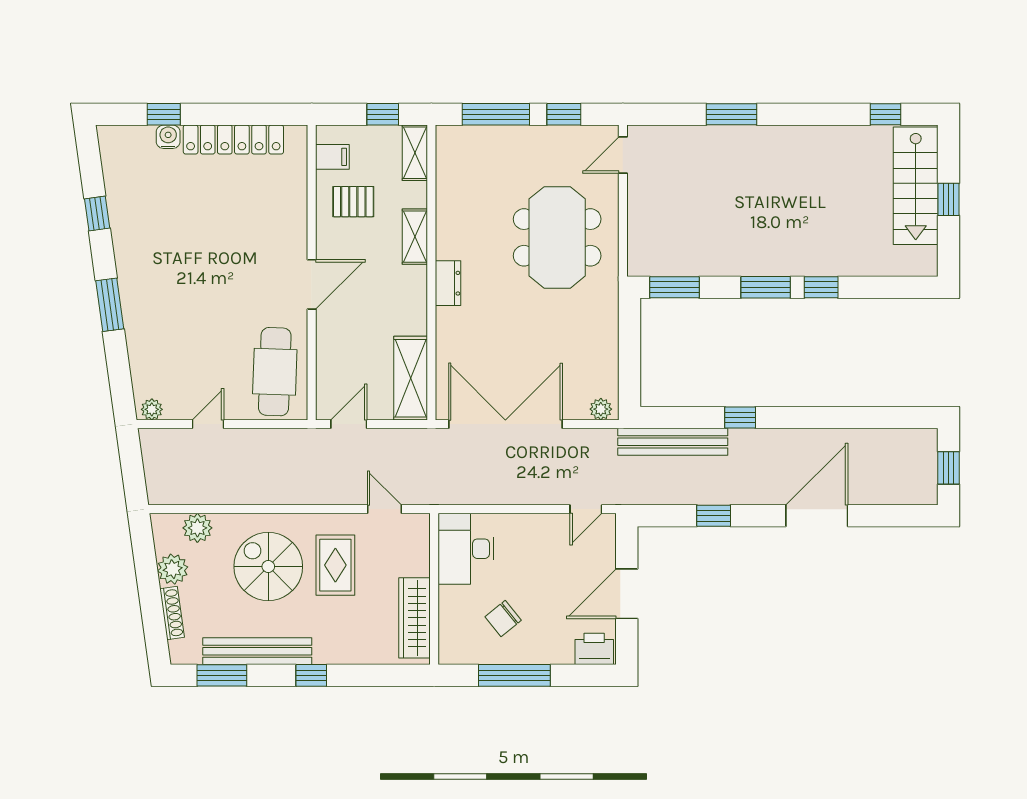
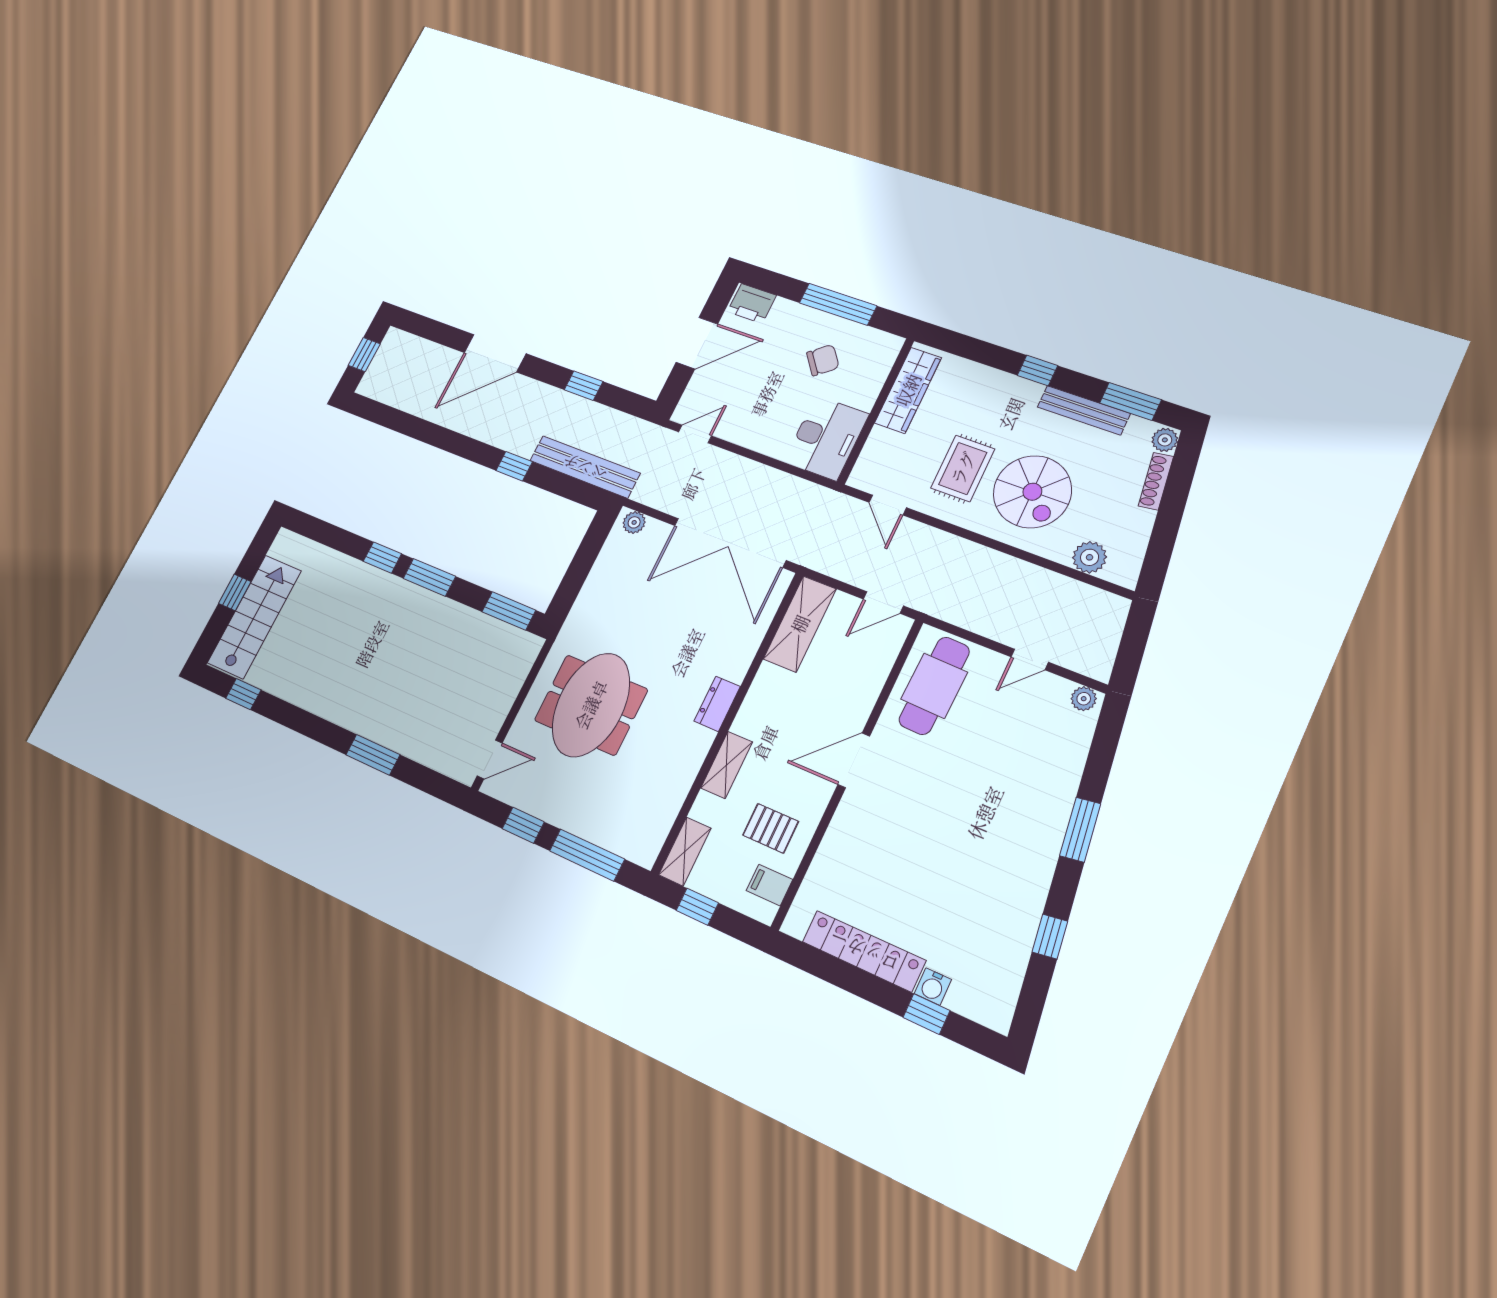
plant: (173, 569) -> (1165, 440), moved, width x0.73, depth x0.73
bench: (257, 651) -> (1084, 410), width x0.73, depth x0.82

